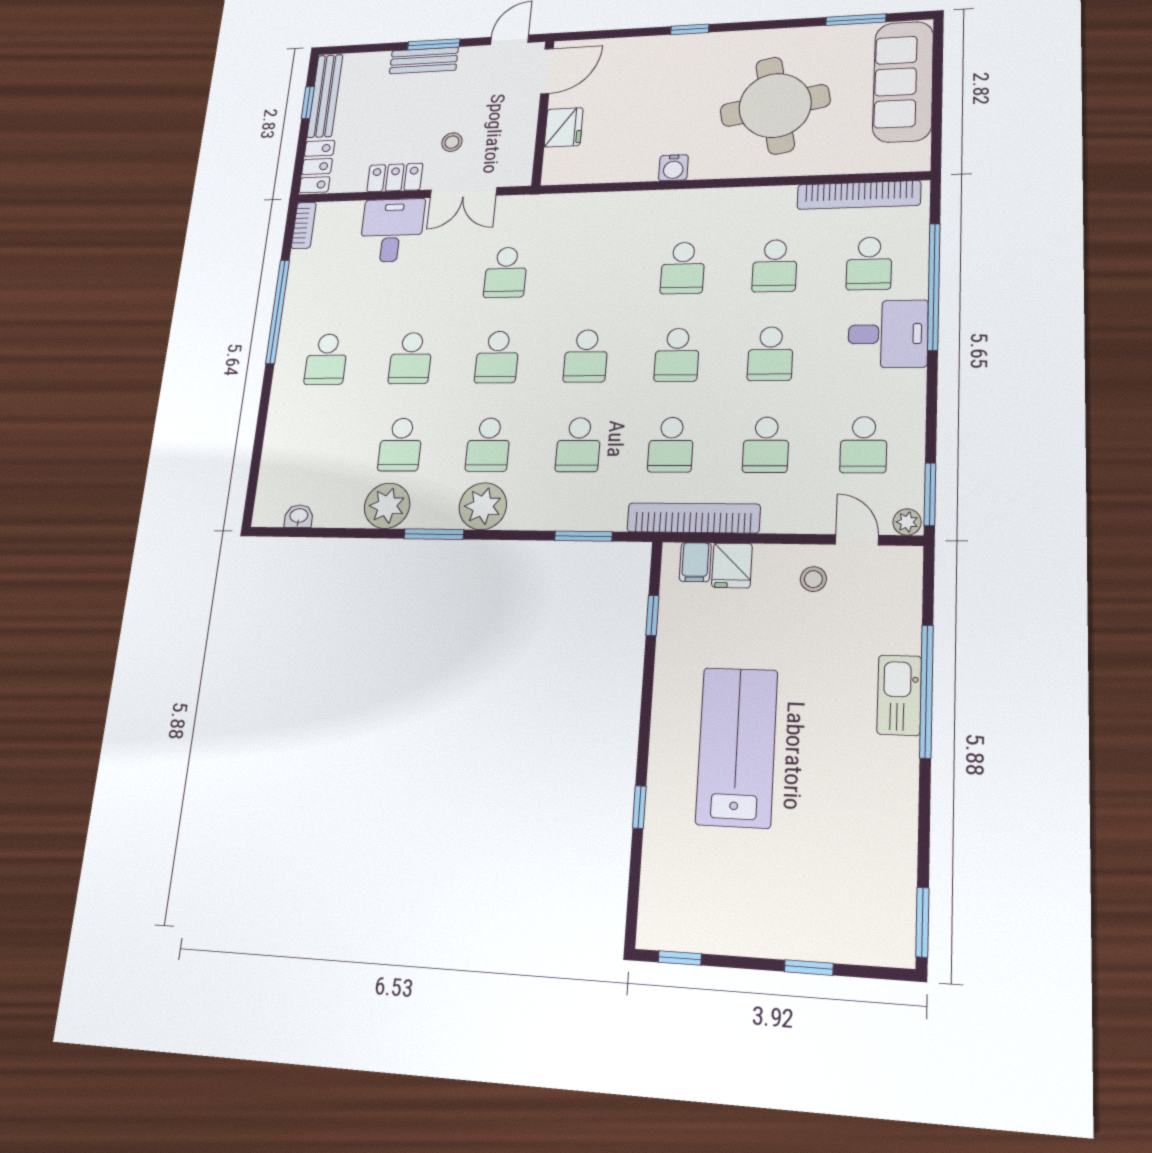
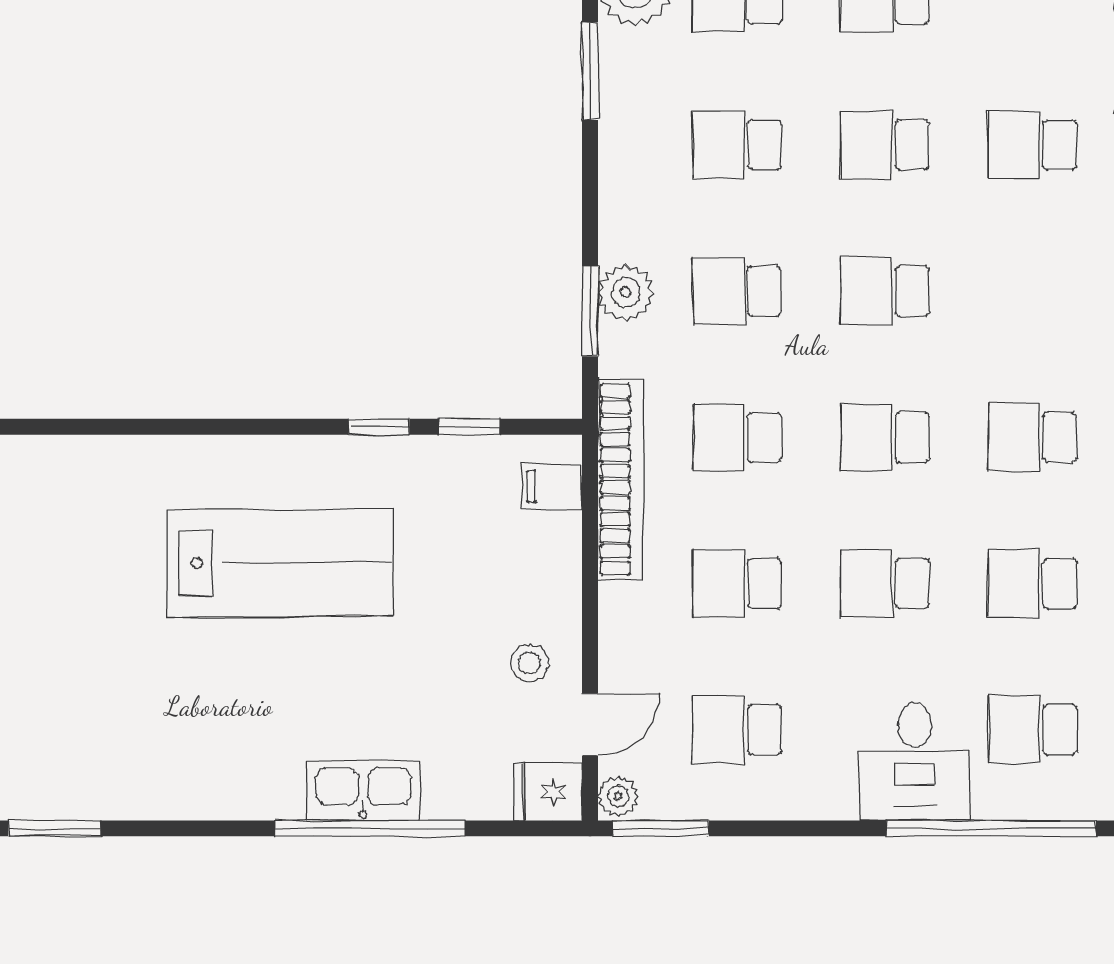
plant: (483, 506) -> (626, 293), moved, width x0.73, depth x0.73
fridge: (732, 565) -> (548, 792), moved
window: (639, 807) -> (379, 427), moved

